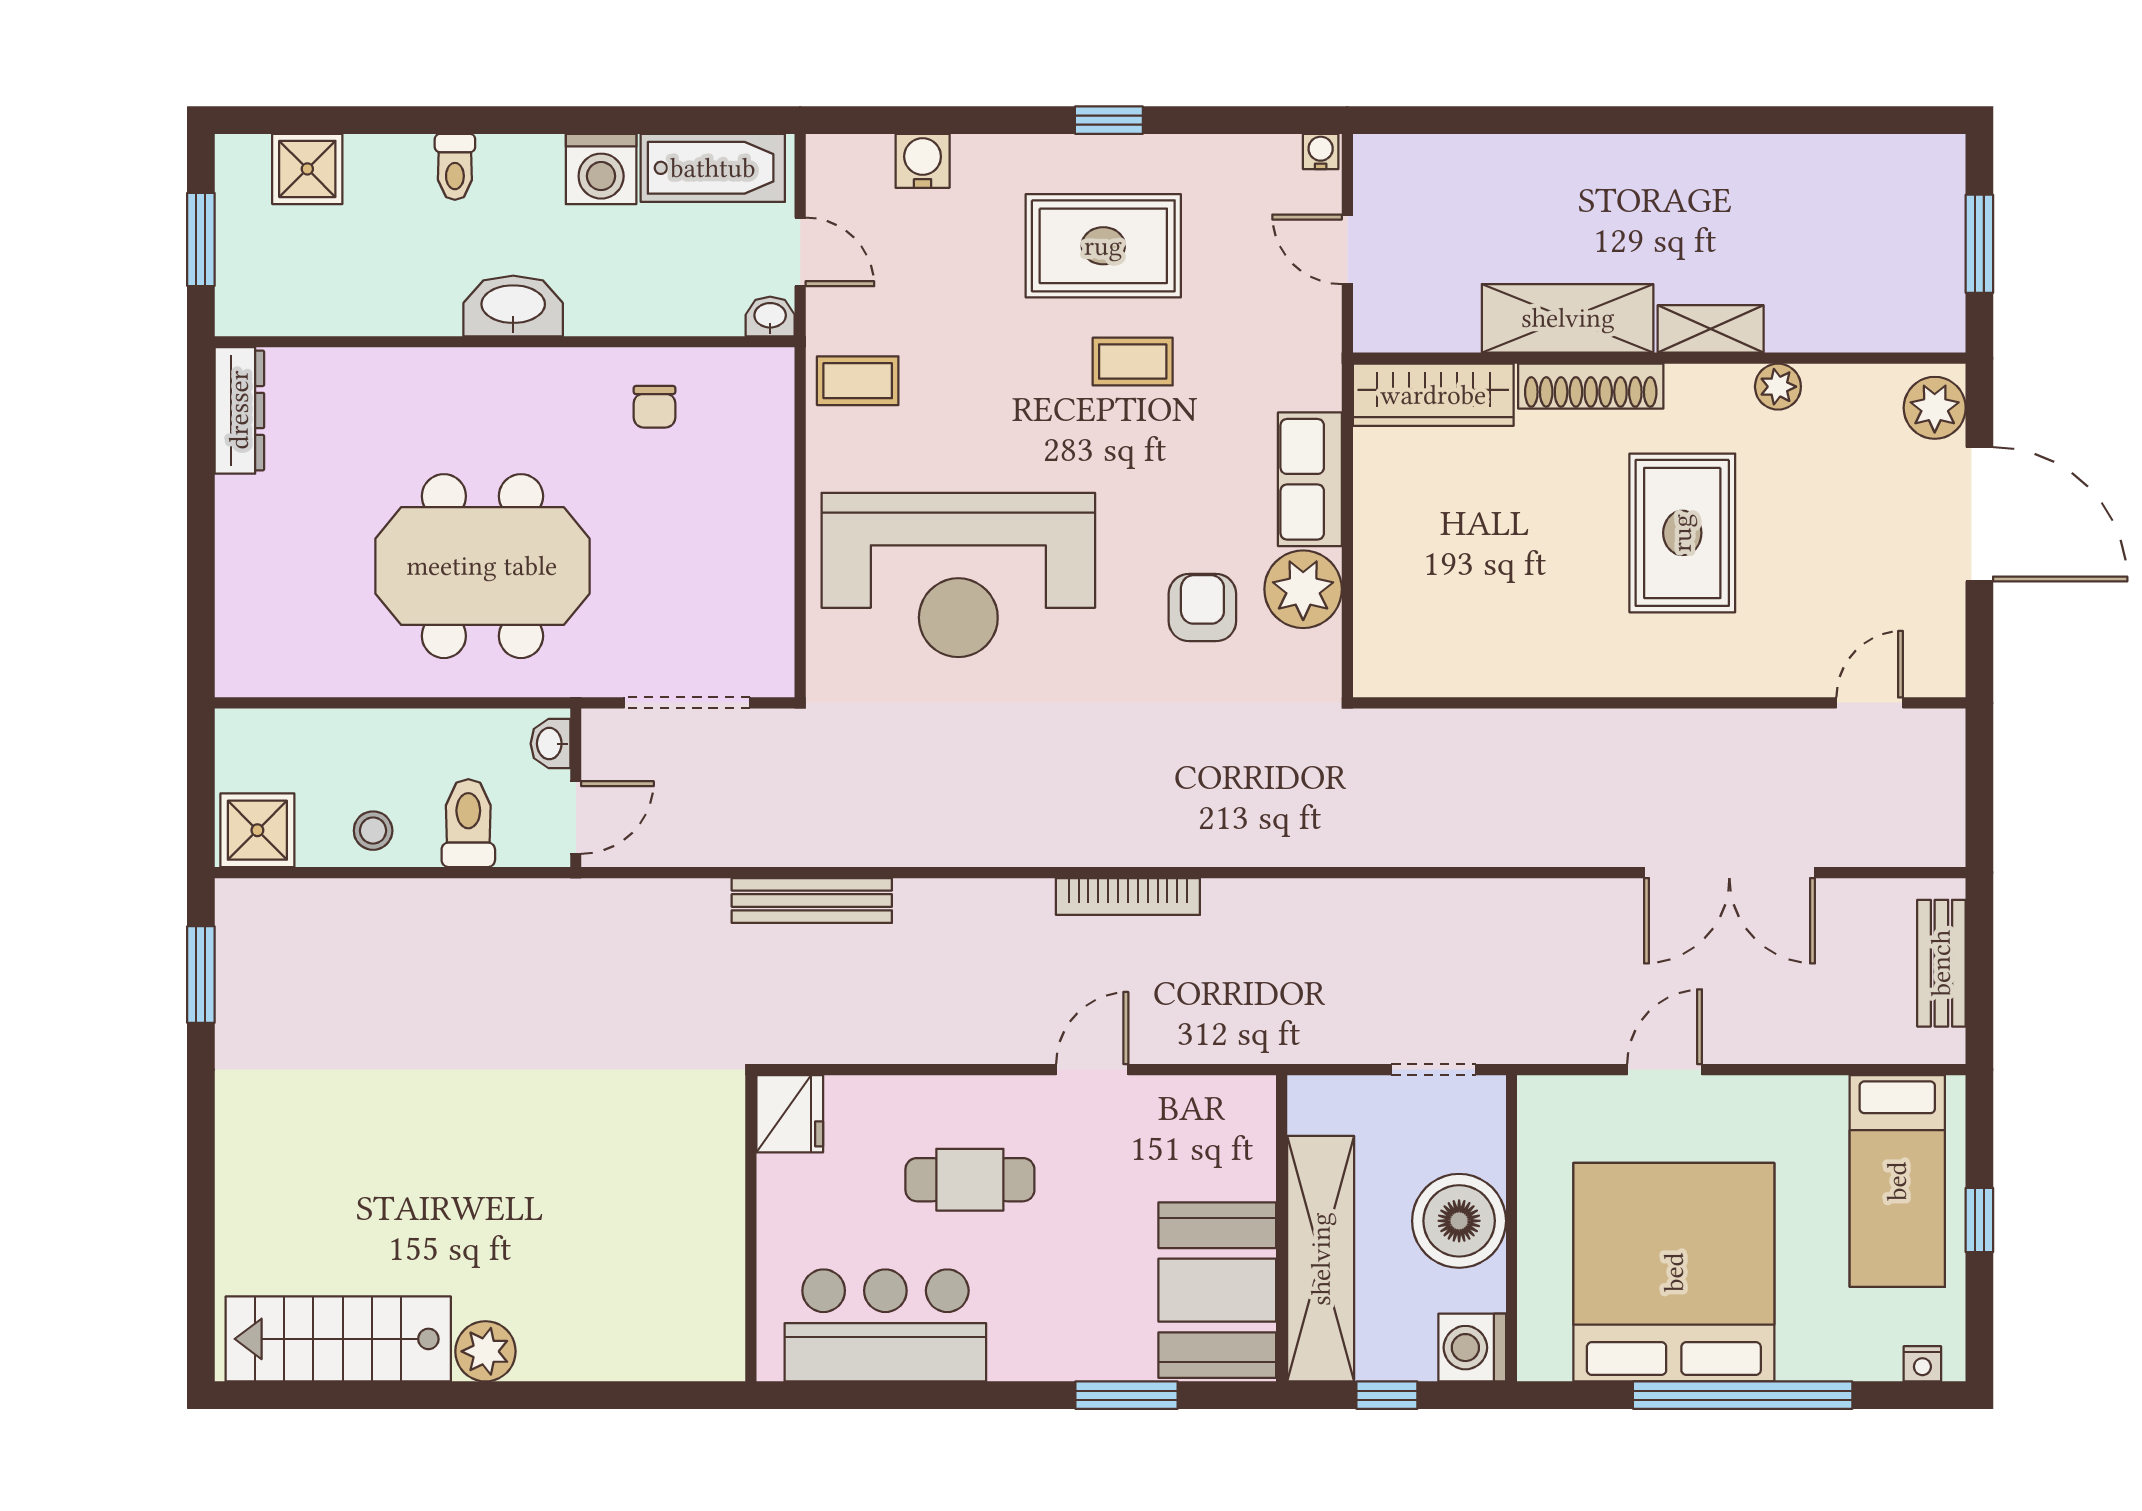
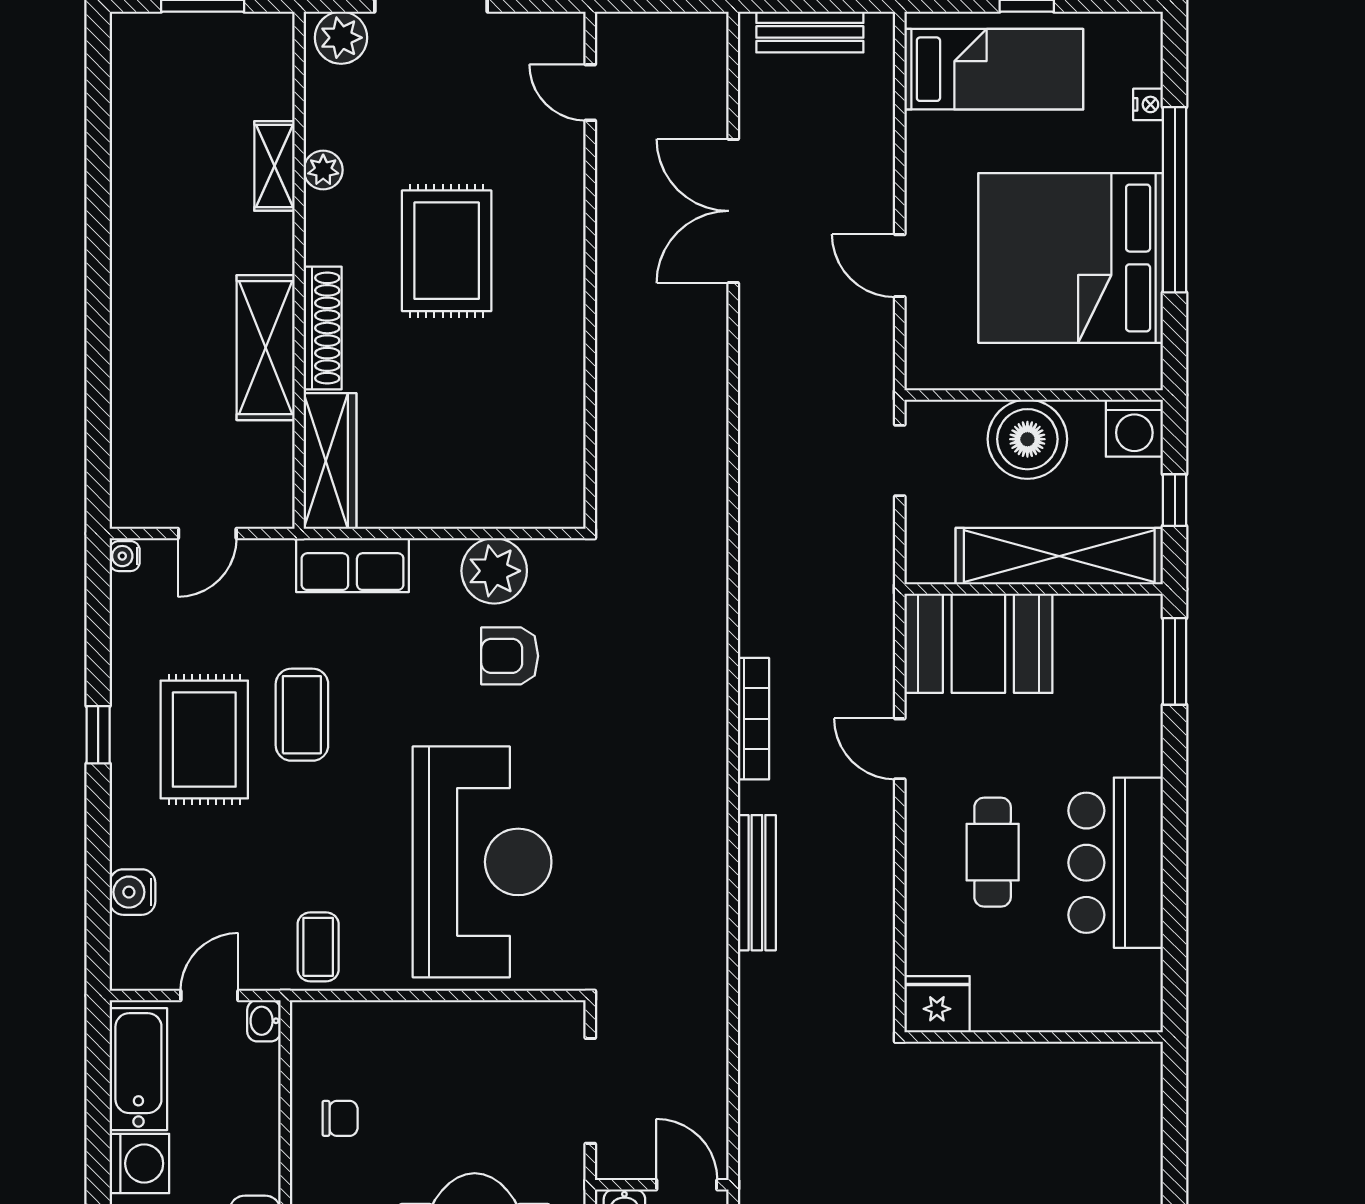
shelving: (1711, 329) -> (274, 166), moved
coffee table: (1133, 362) -> (302, 715), width x1.36, depth x1.30
row of seats: (1310, 479) -> (353, 565), moved
rug: (1682, 533) -> (447, 251), turned 90
double door: (1729, 873) -> (733, 211), swing flipped
bench: (812, 900) -> (757, 883), moved
booth: (1217, 1290) -> (978, 643), moved
bar counter: (885, 1325) -> (1116, 863), moved
nightstand: (1922, 1364) -> (1148, 104), moved
window: (1127, 1395) -> (1175, 661), moved

